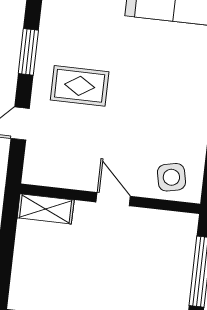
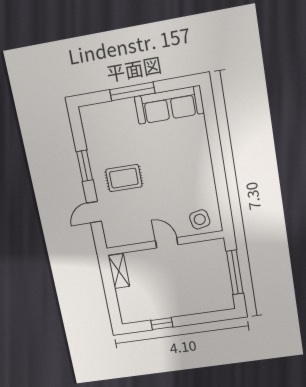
shelving: (46, 209) -> (119, 271), moved, turned 90

